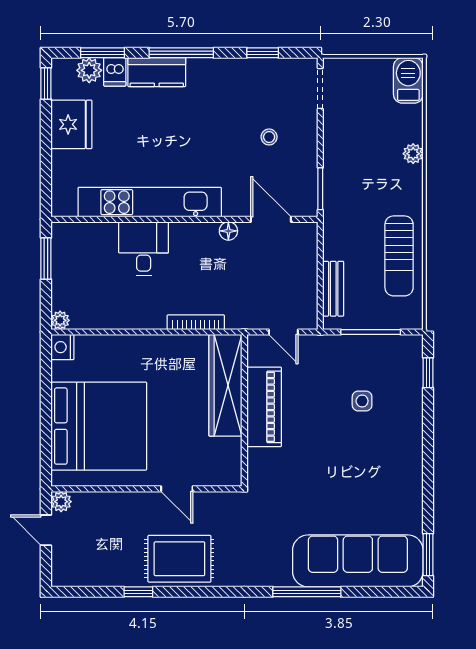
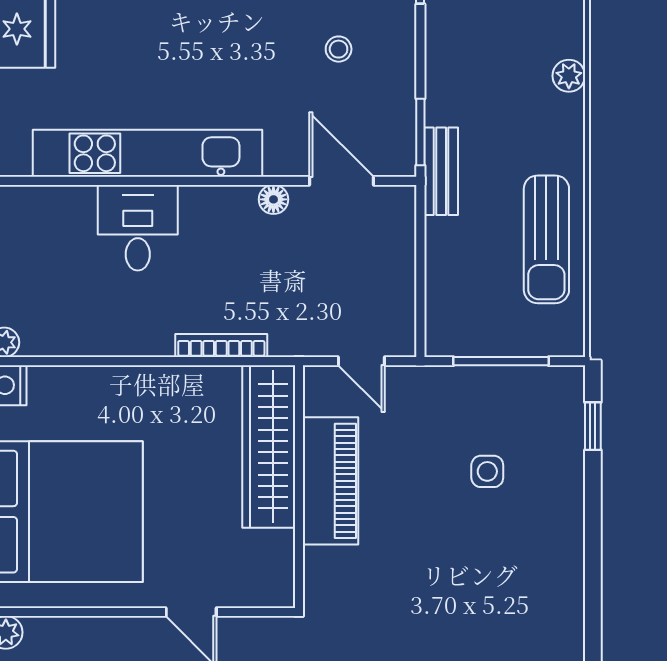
bench: (333, 289) -> (441, 171), moved

